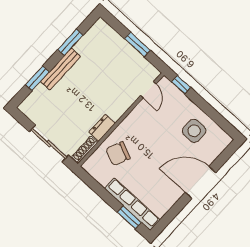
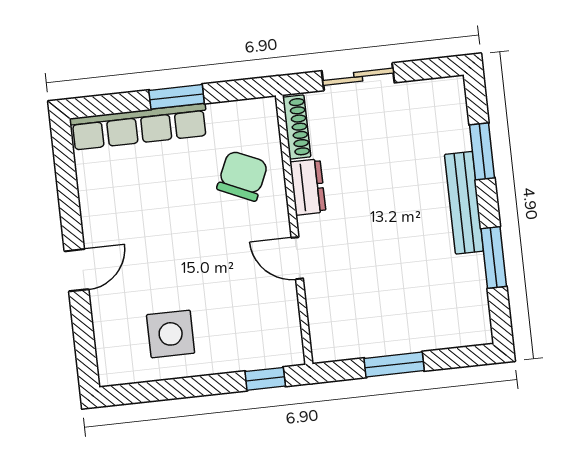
door: (148, 90) -> (297, 258), moved
sliding door: (49, 144) -> (358, 77), width x0.73
door: (200, 182) -> (77, 270), width x0.53
window: (129, 217) -> (177, 97), moved

